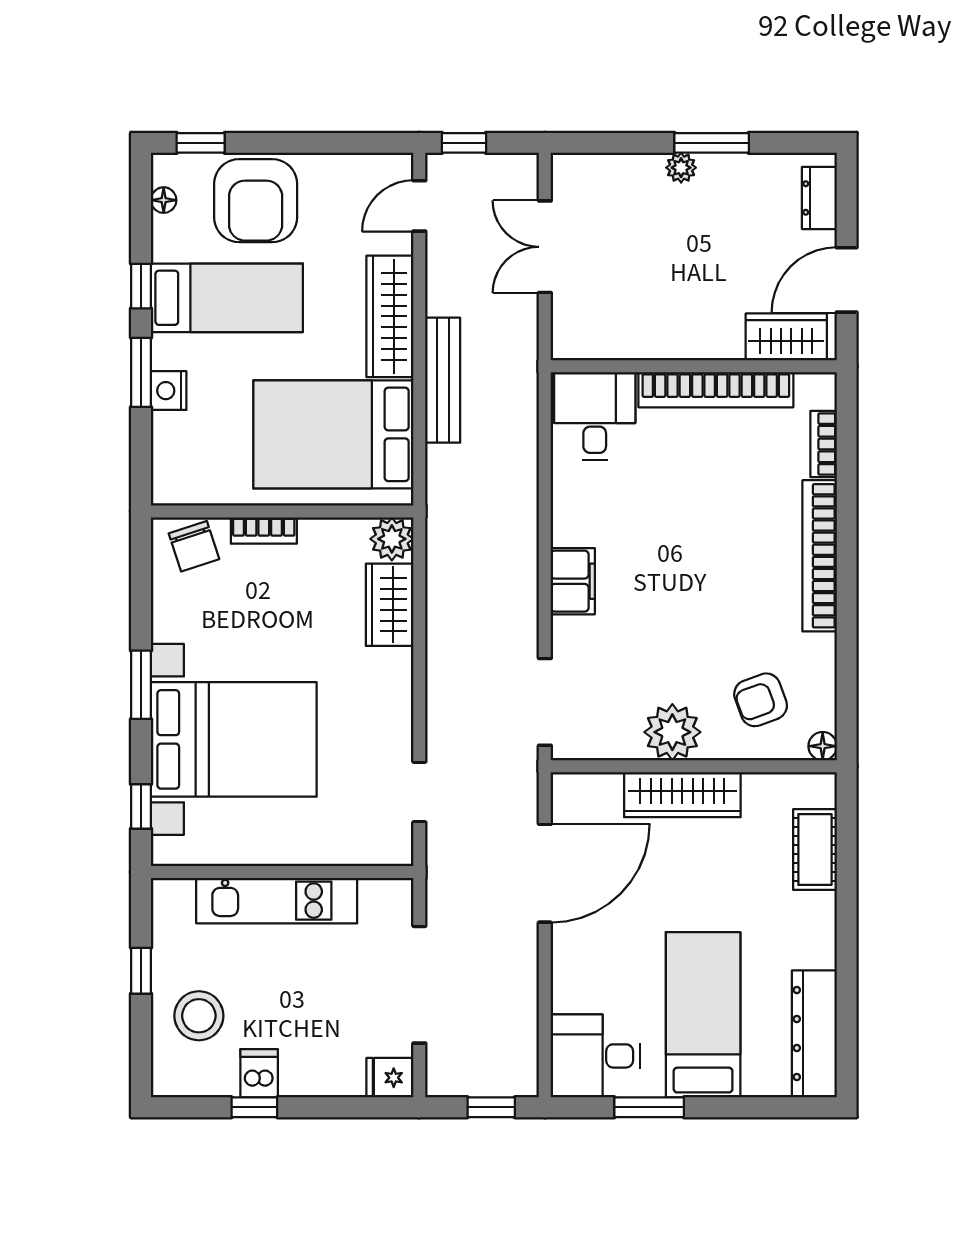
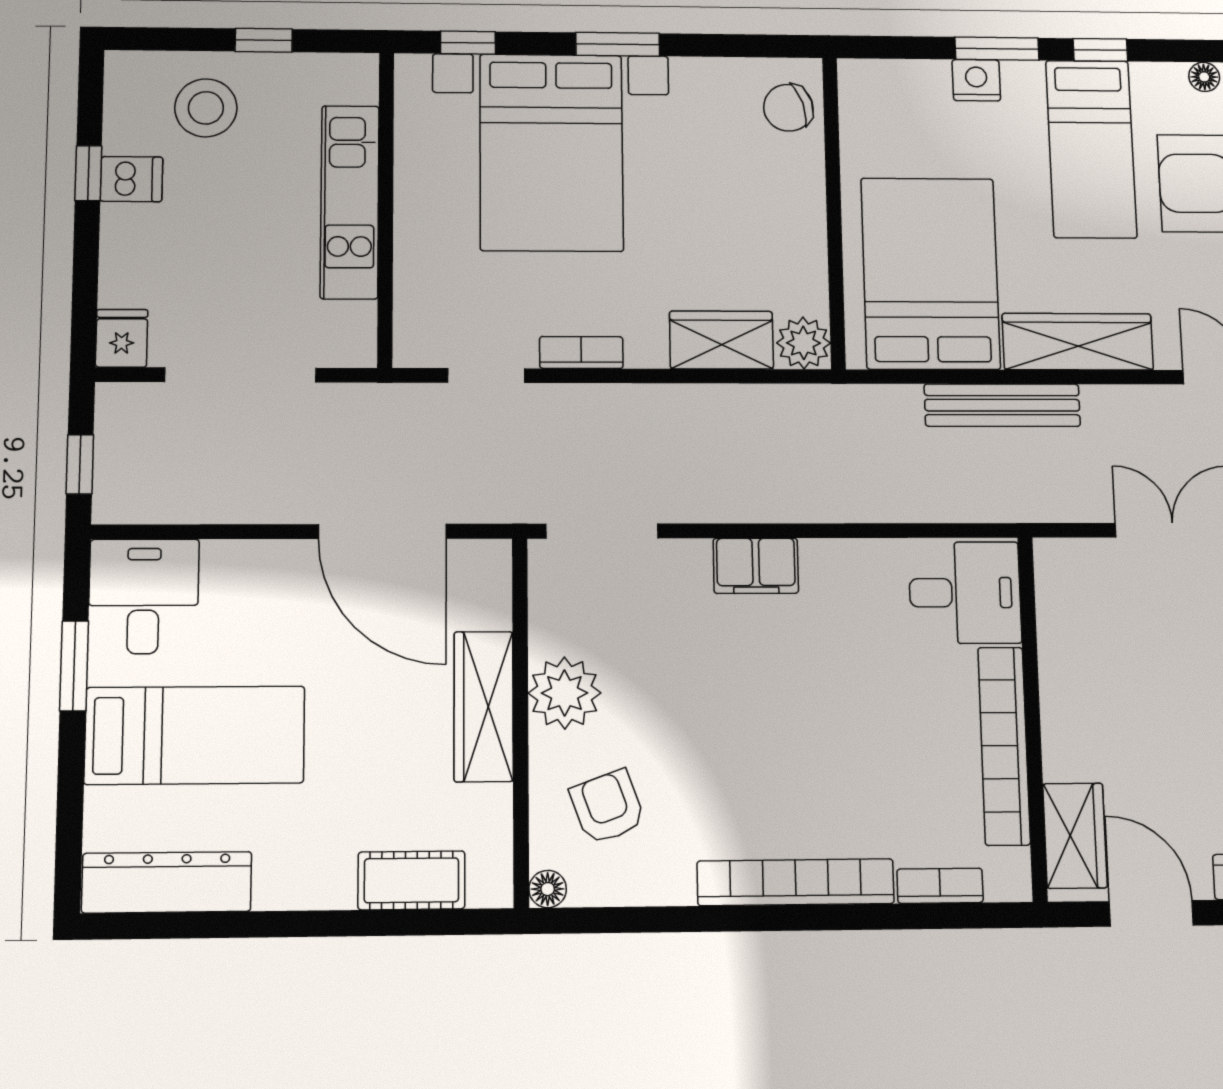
bookcase: (264, 530) -> (581, 352), moved, turned 90

